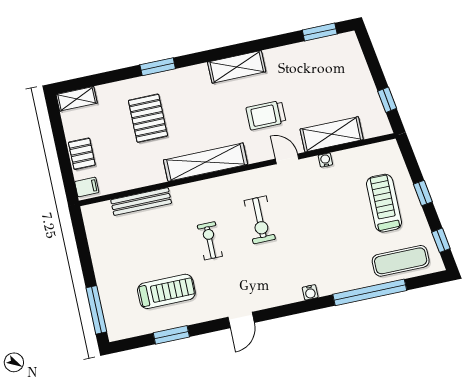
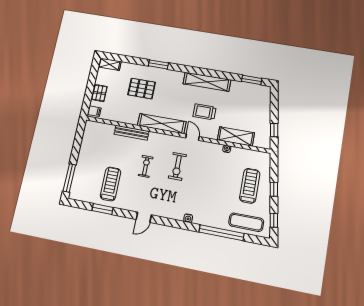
shelving: (237, 67) -> (207, 82), width x1.47
pallet: (148, 118) -> (142, 89), turned 90
door: (287, 159) -> (192, 137), moved
bench: (141, 202) -> (131, 133), moved
treadmill: (166, 291) -> (111, 184), turned -90

